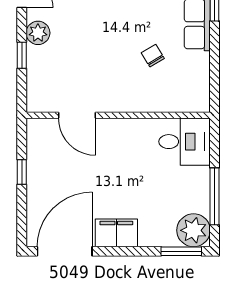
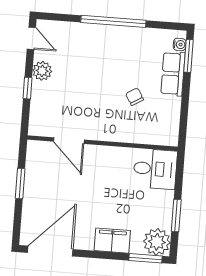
window: (22, 172) -> (20, 184), width x1.50
window: (215, 196) -> (176, 216), width x0.69
filing cabinet: (116, 233) -> (112, 241), moved

